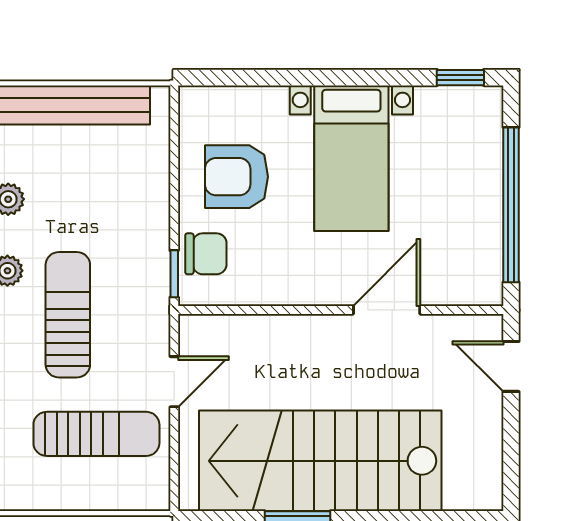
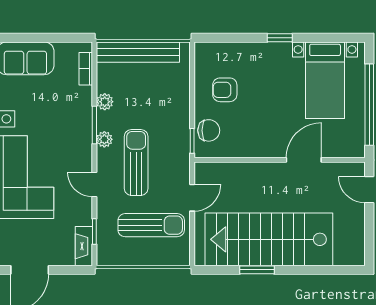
window: (460, 78) -> (280, 38), moved
bed with nightstands: (351, 158) -> (325, 80), moved
armchair: (236, 177) -> (225, 90), width x0.72, depth x0.72

